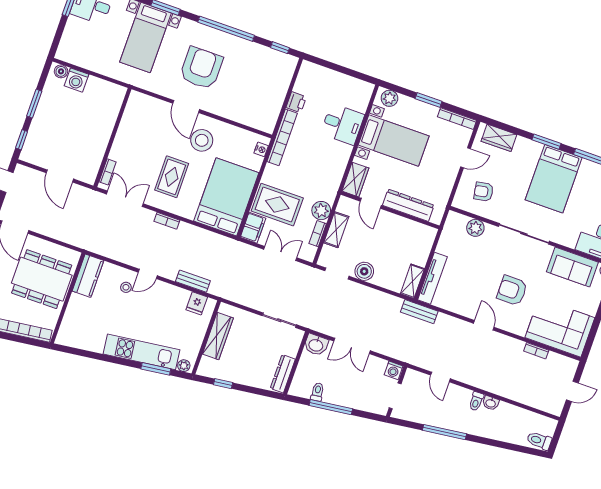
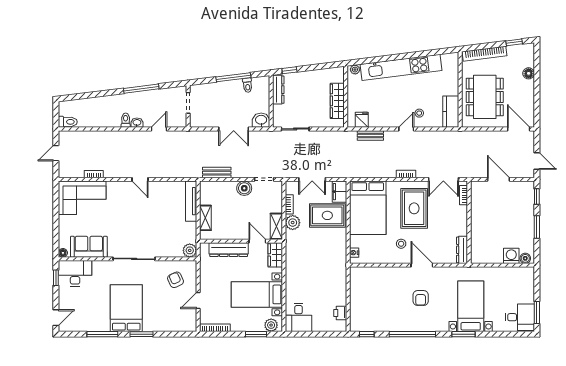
armchair: (201, 68) -> (421, 298), width x0.53, depth x0.53
window: (429, 100) -> (256, 334), moved
printer: (296, 102) -> (340, 313), moved
dresser: (132, 108) -> (462, 250), added
desk: (342, 124) -> (299, 317), moved, turned -90
bookcase: (282, 137) -> (341, 267), removed
wardrobe: (499, 138) -> (178, 324), removed
stool: (202, 140) -> (401, 244), width x0.53, depth x0.53
rug: (172, 177) -> (414, 208), width x1.36, depth x1.43
armchair: (484, 192) -> (175, 280), turned -104
plant: (475, 228) -> (190, 250), moved
shelving: (336, 230) -> (276, 226), moved
dining table: (42, 279) -> (485, 97), turned 90
shelving: (412, 281) -> (205, 218), moved
armchair: (512, 290) -> (128, 213), removed
bench: (419, 312) -> (217, 173), moved
double door: (352, 346) -> (234, 129), swing flipped
kitchen unit: (142, 352) -> (401, 67), width x1.36
window: (156, 369) -> (375, 60), removed
washing machine: (394, 370) -> (196, 122), removed
door: (440, 377) -> (159, 129), hinge flipped
window: (223, 384) -> (289, 70), moved
washbasin: (491, 403) -> (137, 123), moved
toilet: (539, 441) -> (68, 122), moved

